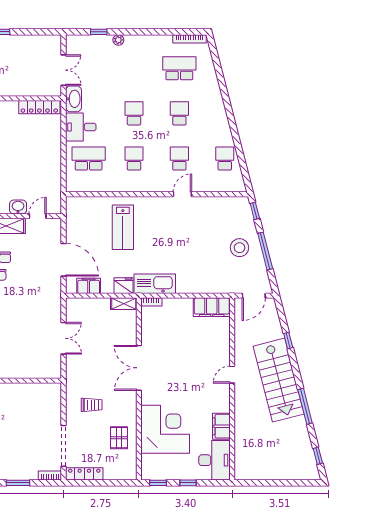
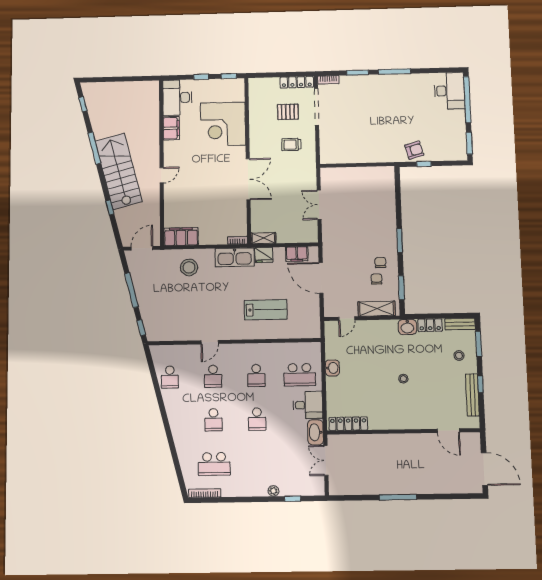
washbasin: (18, 207) -> (332, 368), moved, turned -90
lab bench: (123, 227) -> (266, 310), turned 90
stool: (240, 248) -> (189, 267), moved
pallet: (119, 438) -> (288, 112), moved, turned 90

